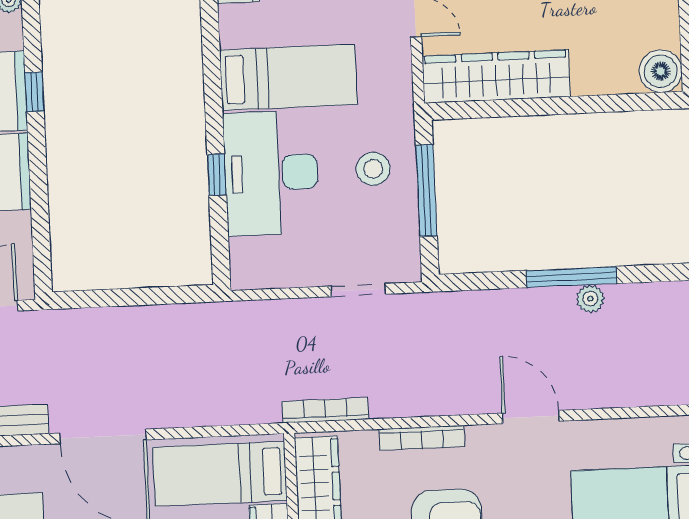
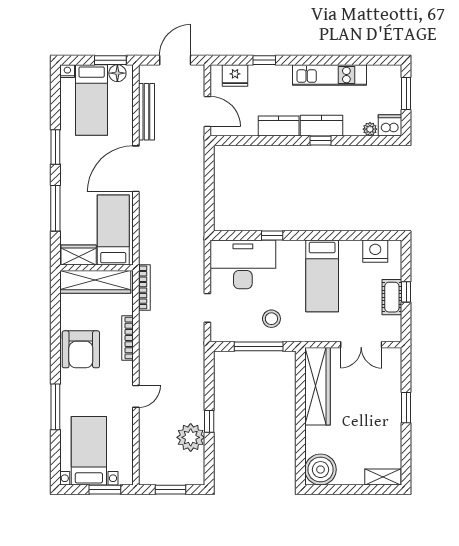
boiler: (661, 71) -> (321, 470), width x1.37, depth x1.37
desk: (271, 173) -> (243, 264), moved
window: (572, 277) -> (209, 421), width x0.46
plant: (590, 299) -> (191, 437), width x1.88, depth x1.88
door: (531, 417) -> (136, 396), width x0.73

